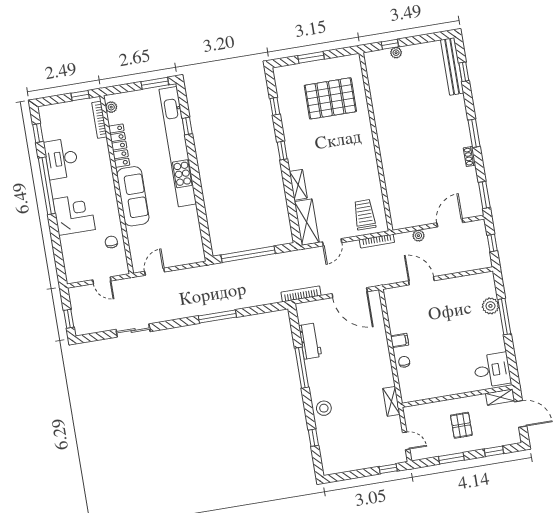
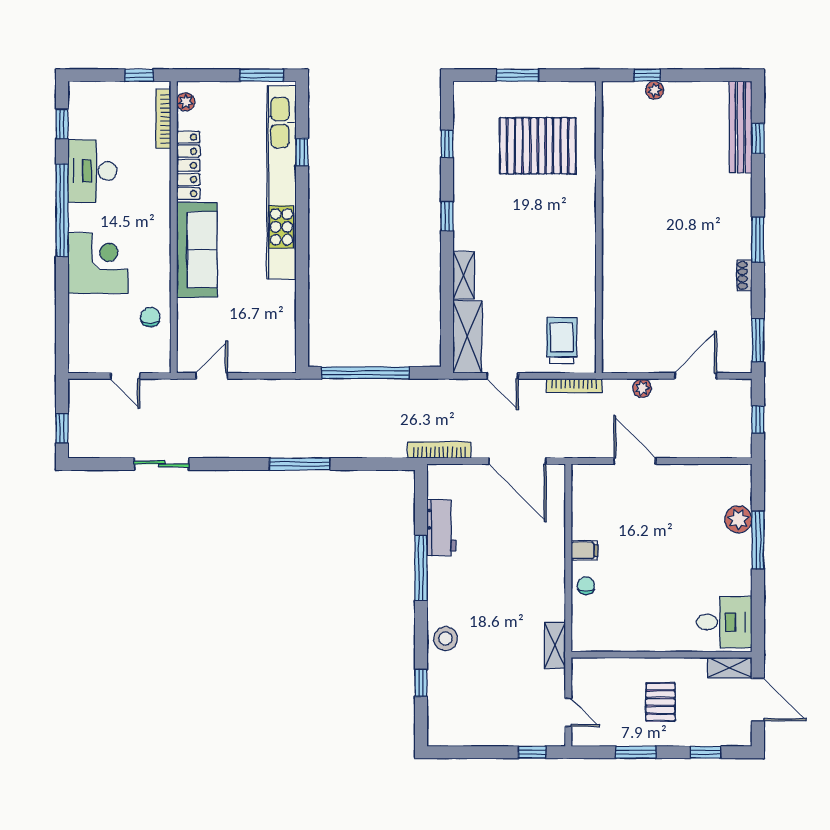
door: (332, 242) -> (503, 376), hinge flipped

